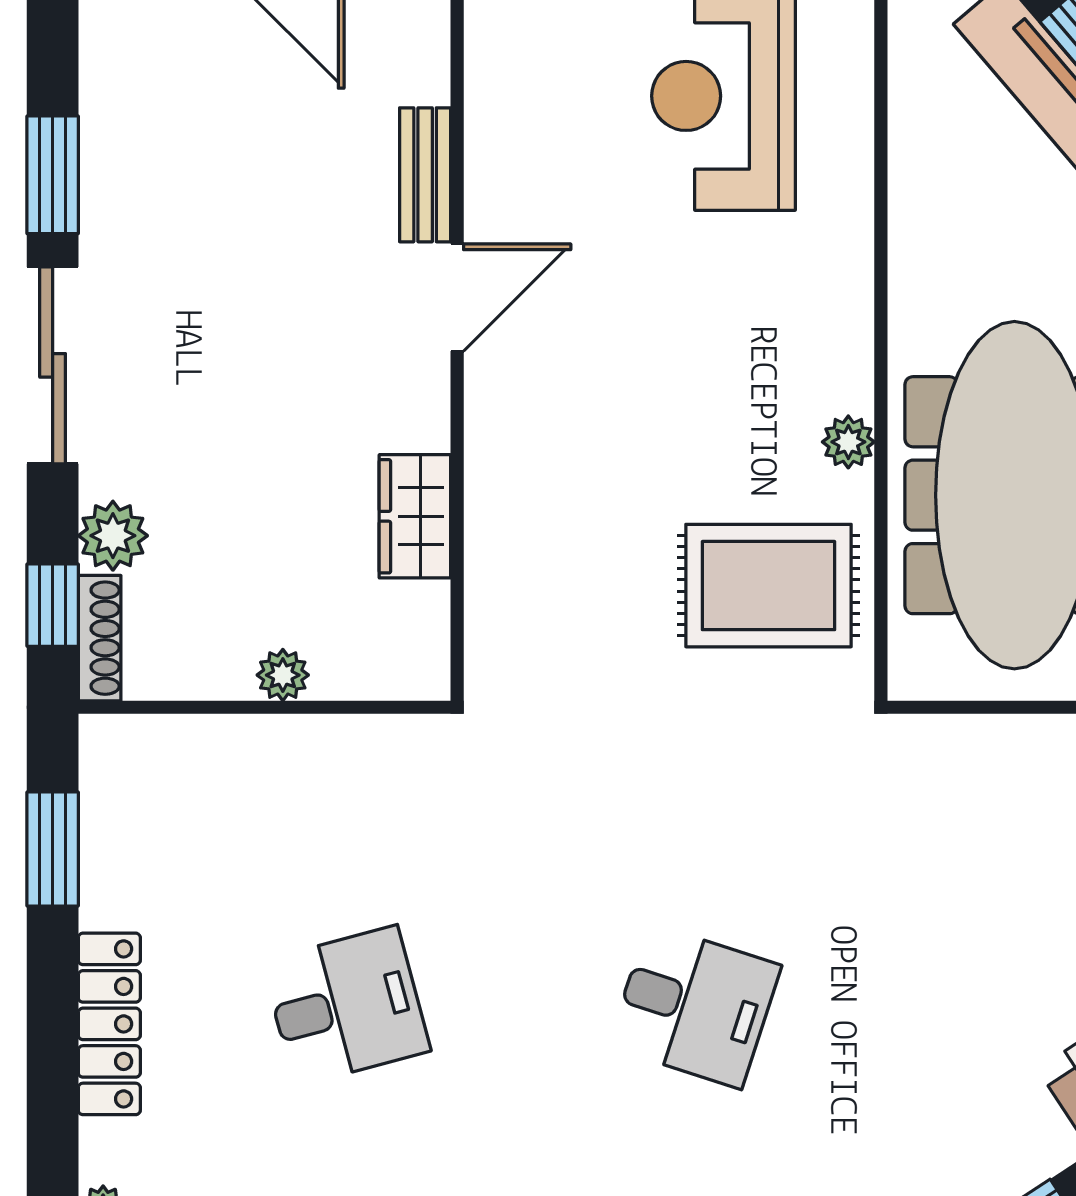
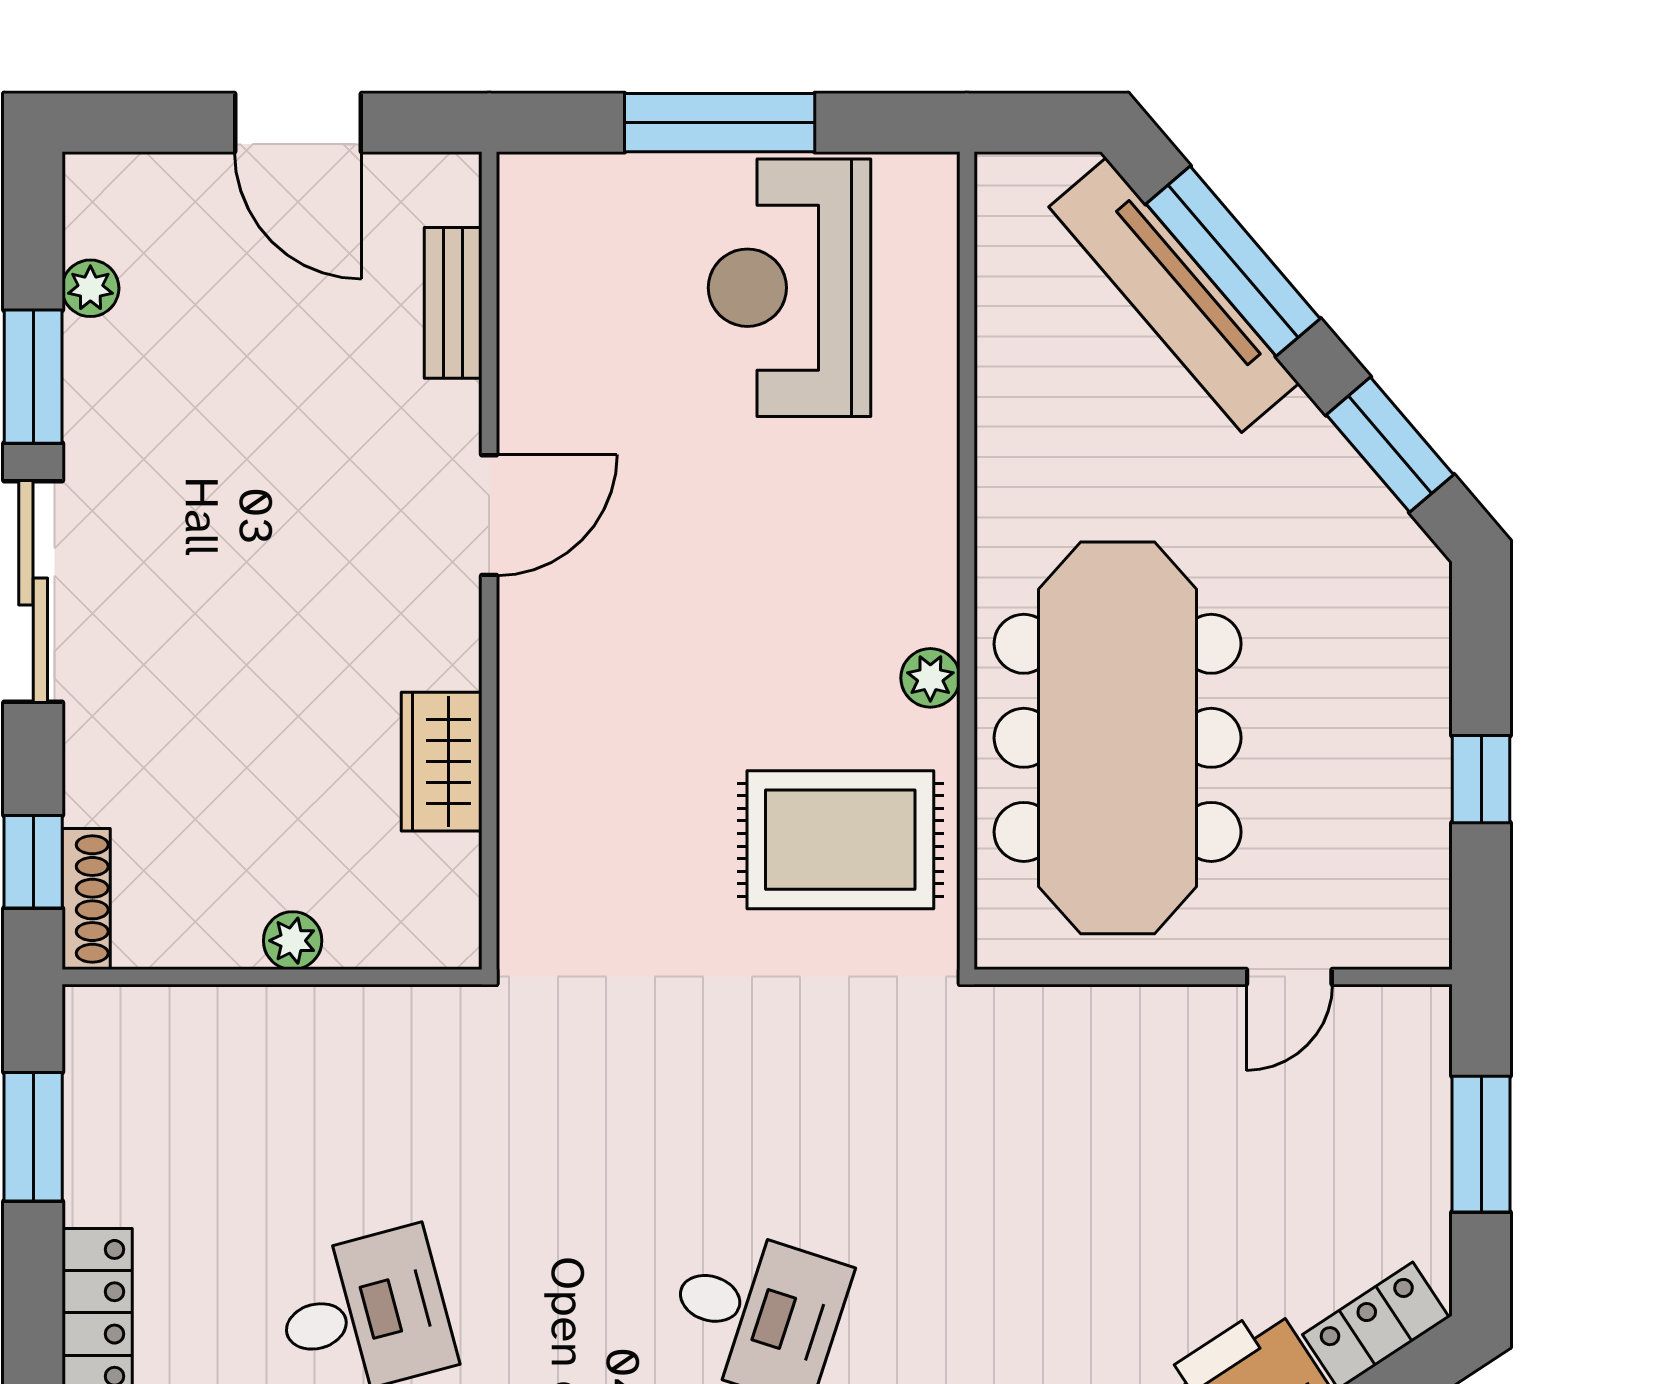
bench: (425, 175) -> (453, 303), moved
plant: (113, 536) -> (90, 288), moved, width x0.73, depth x0.73

